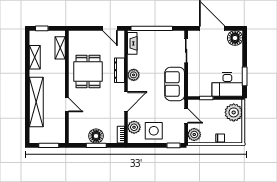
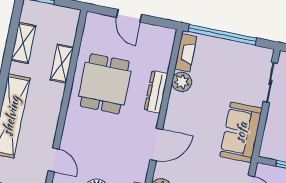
door: (110, 28) -> (129, 16), moved
shelving: (60, 48) -> (62, 64), moved
plant: (134, 75) -> (182, 82), moved
door: (67, 105) -> (54, 160), moved

